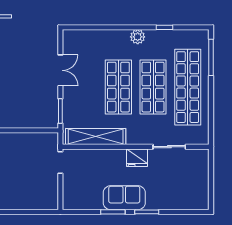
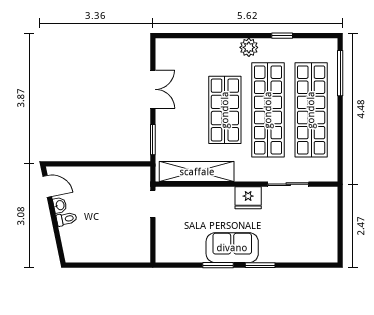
shop shelf: (153, 87) -> (268, 110), width x1.40

